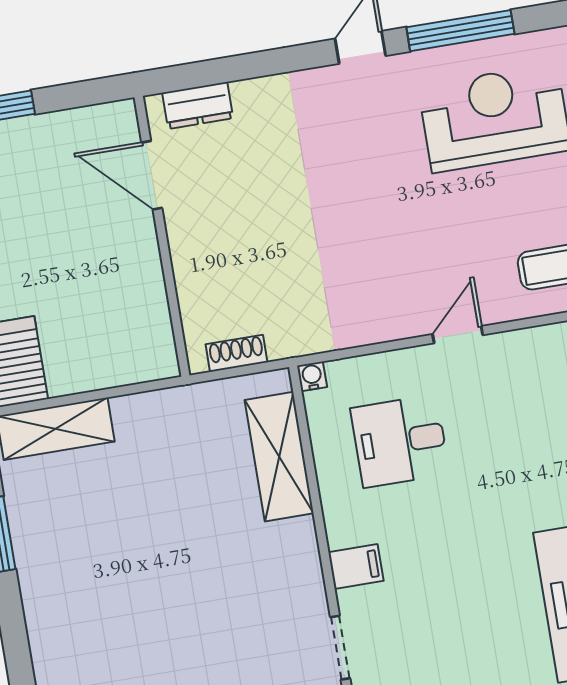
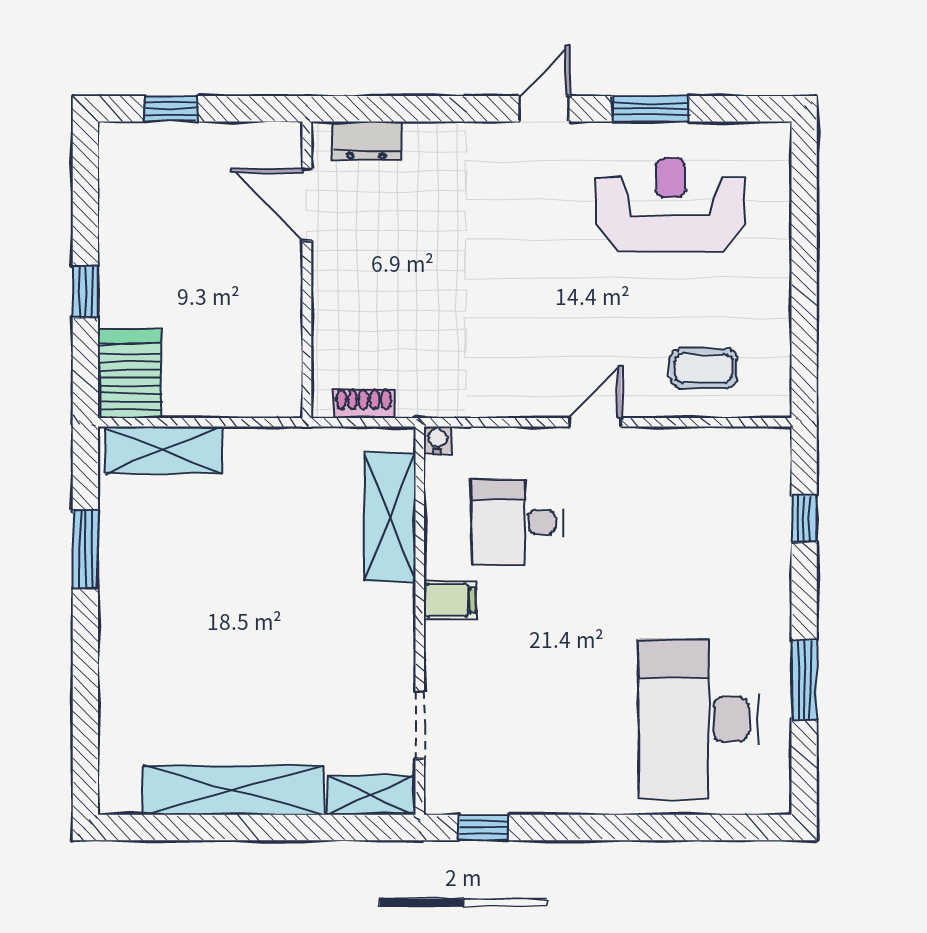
window: (460, 31) -> (650, 109), width x0.69
filing cabinet: (356, 567) -> (450, 600), moved

